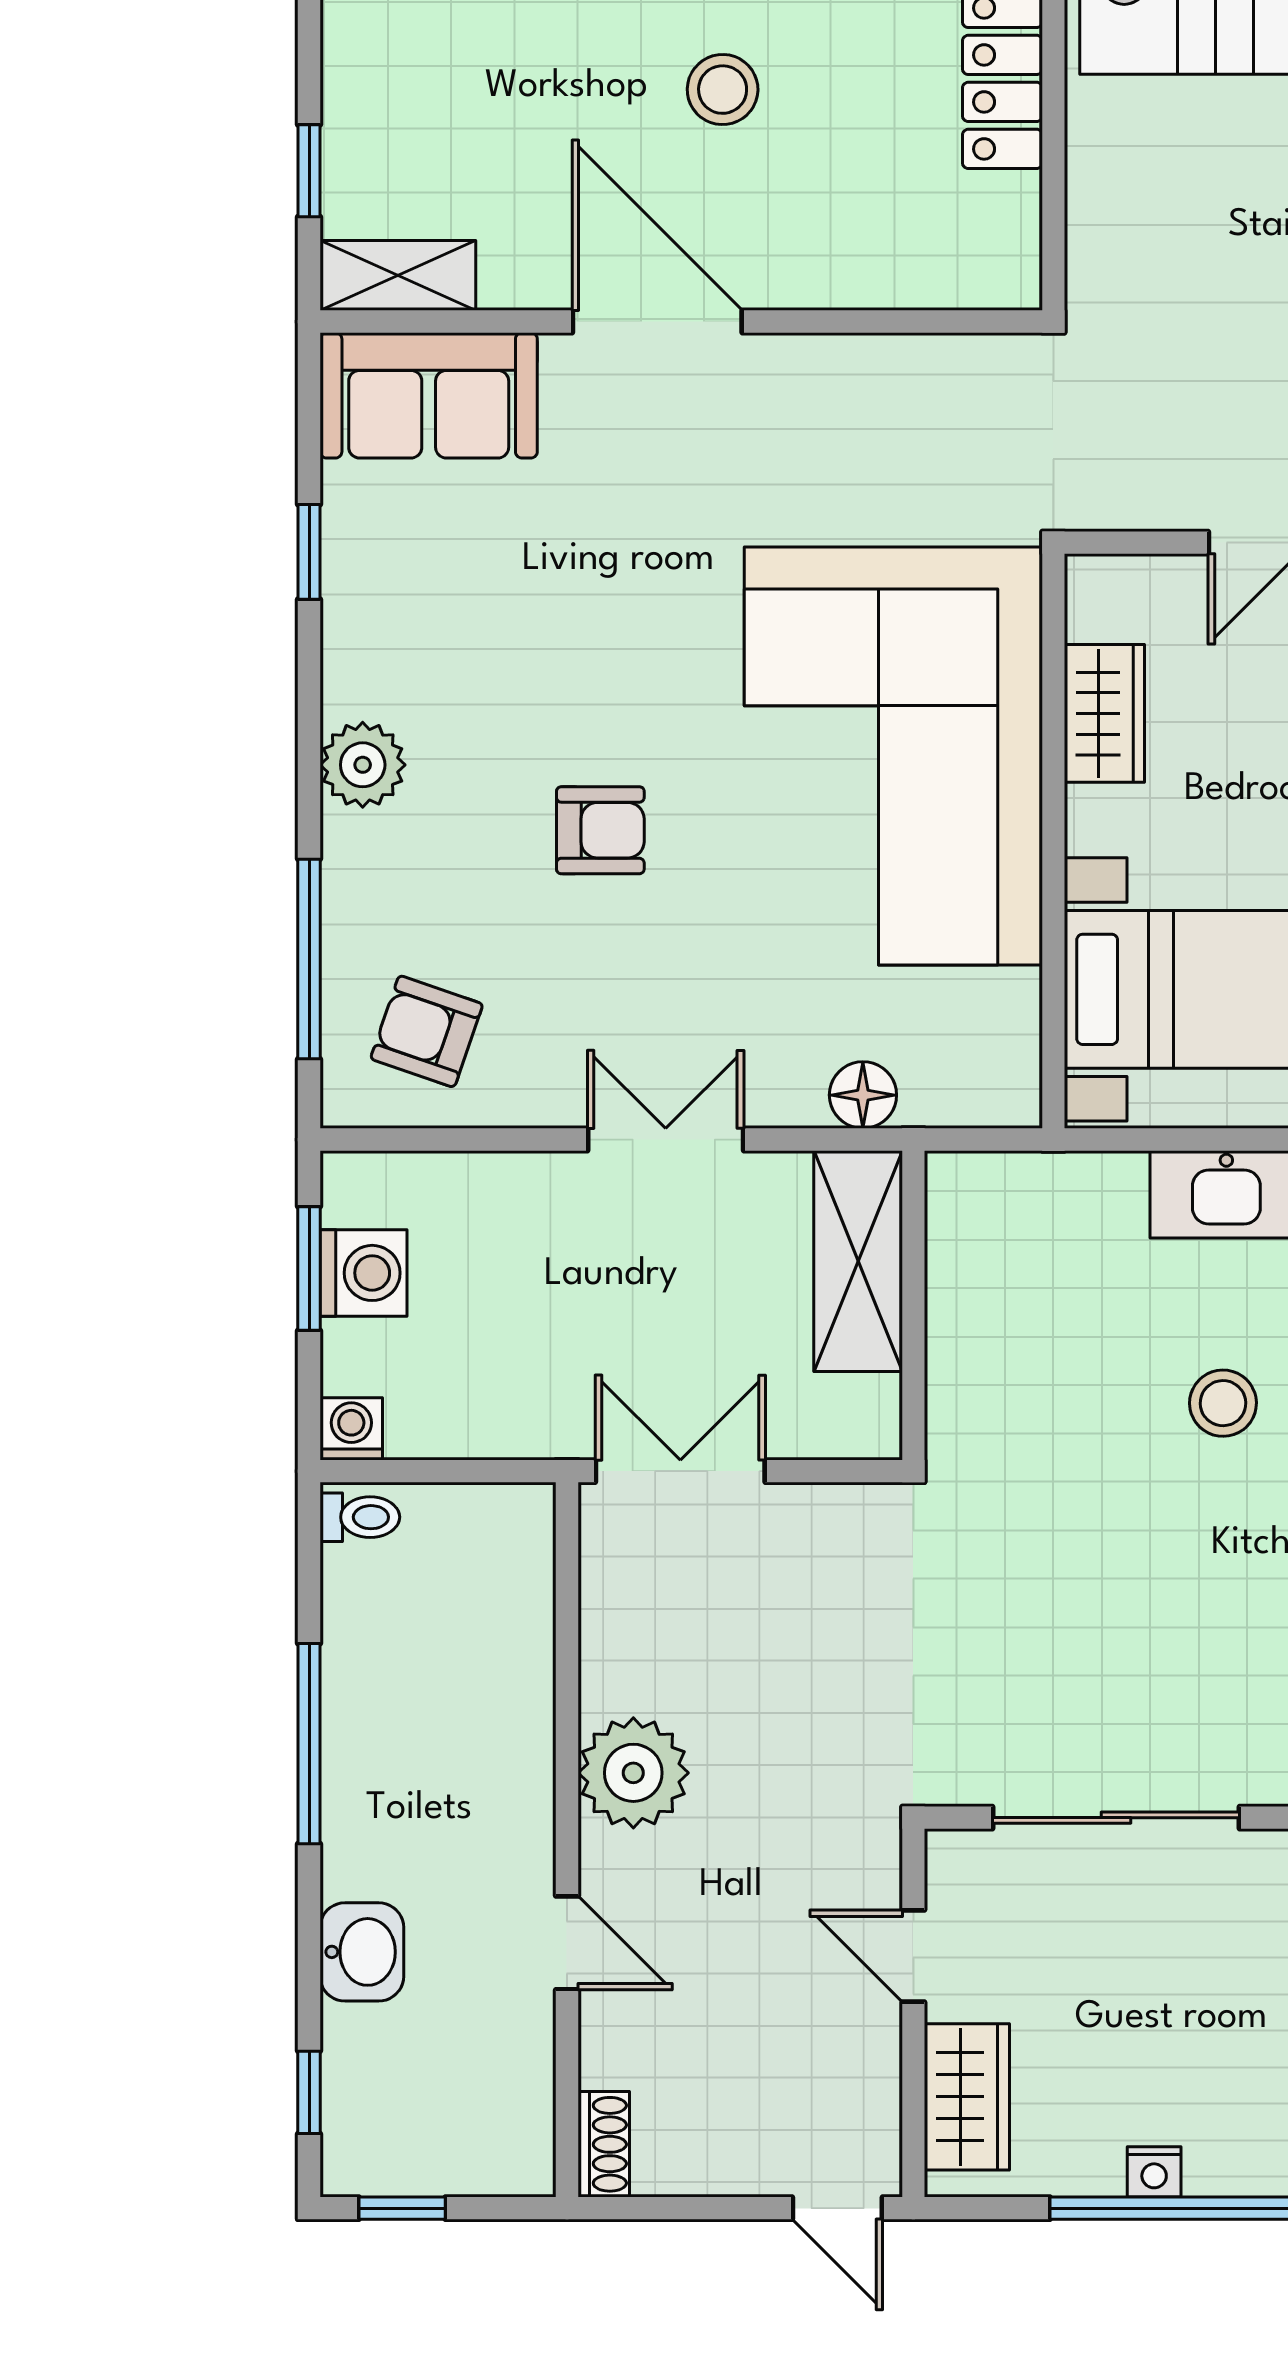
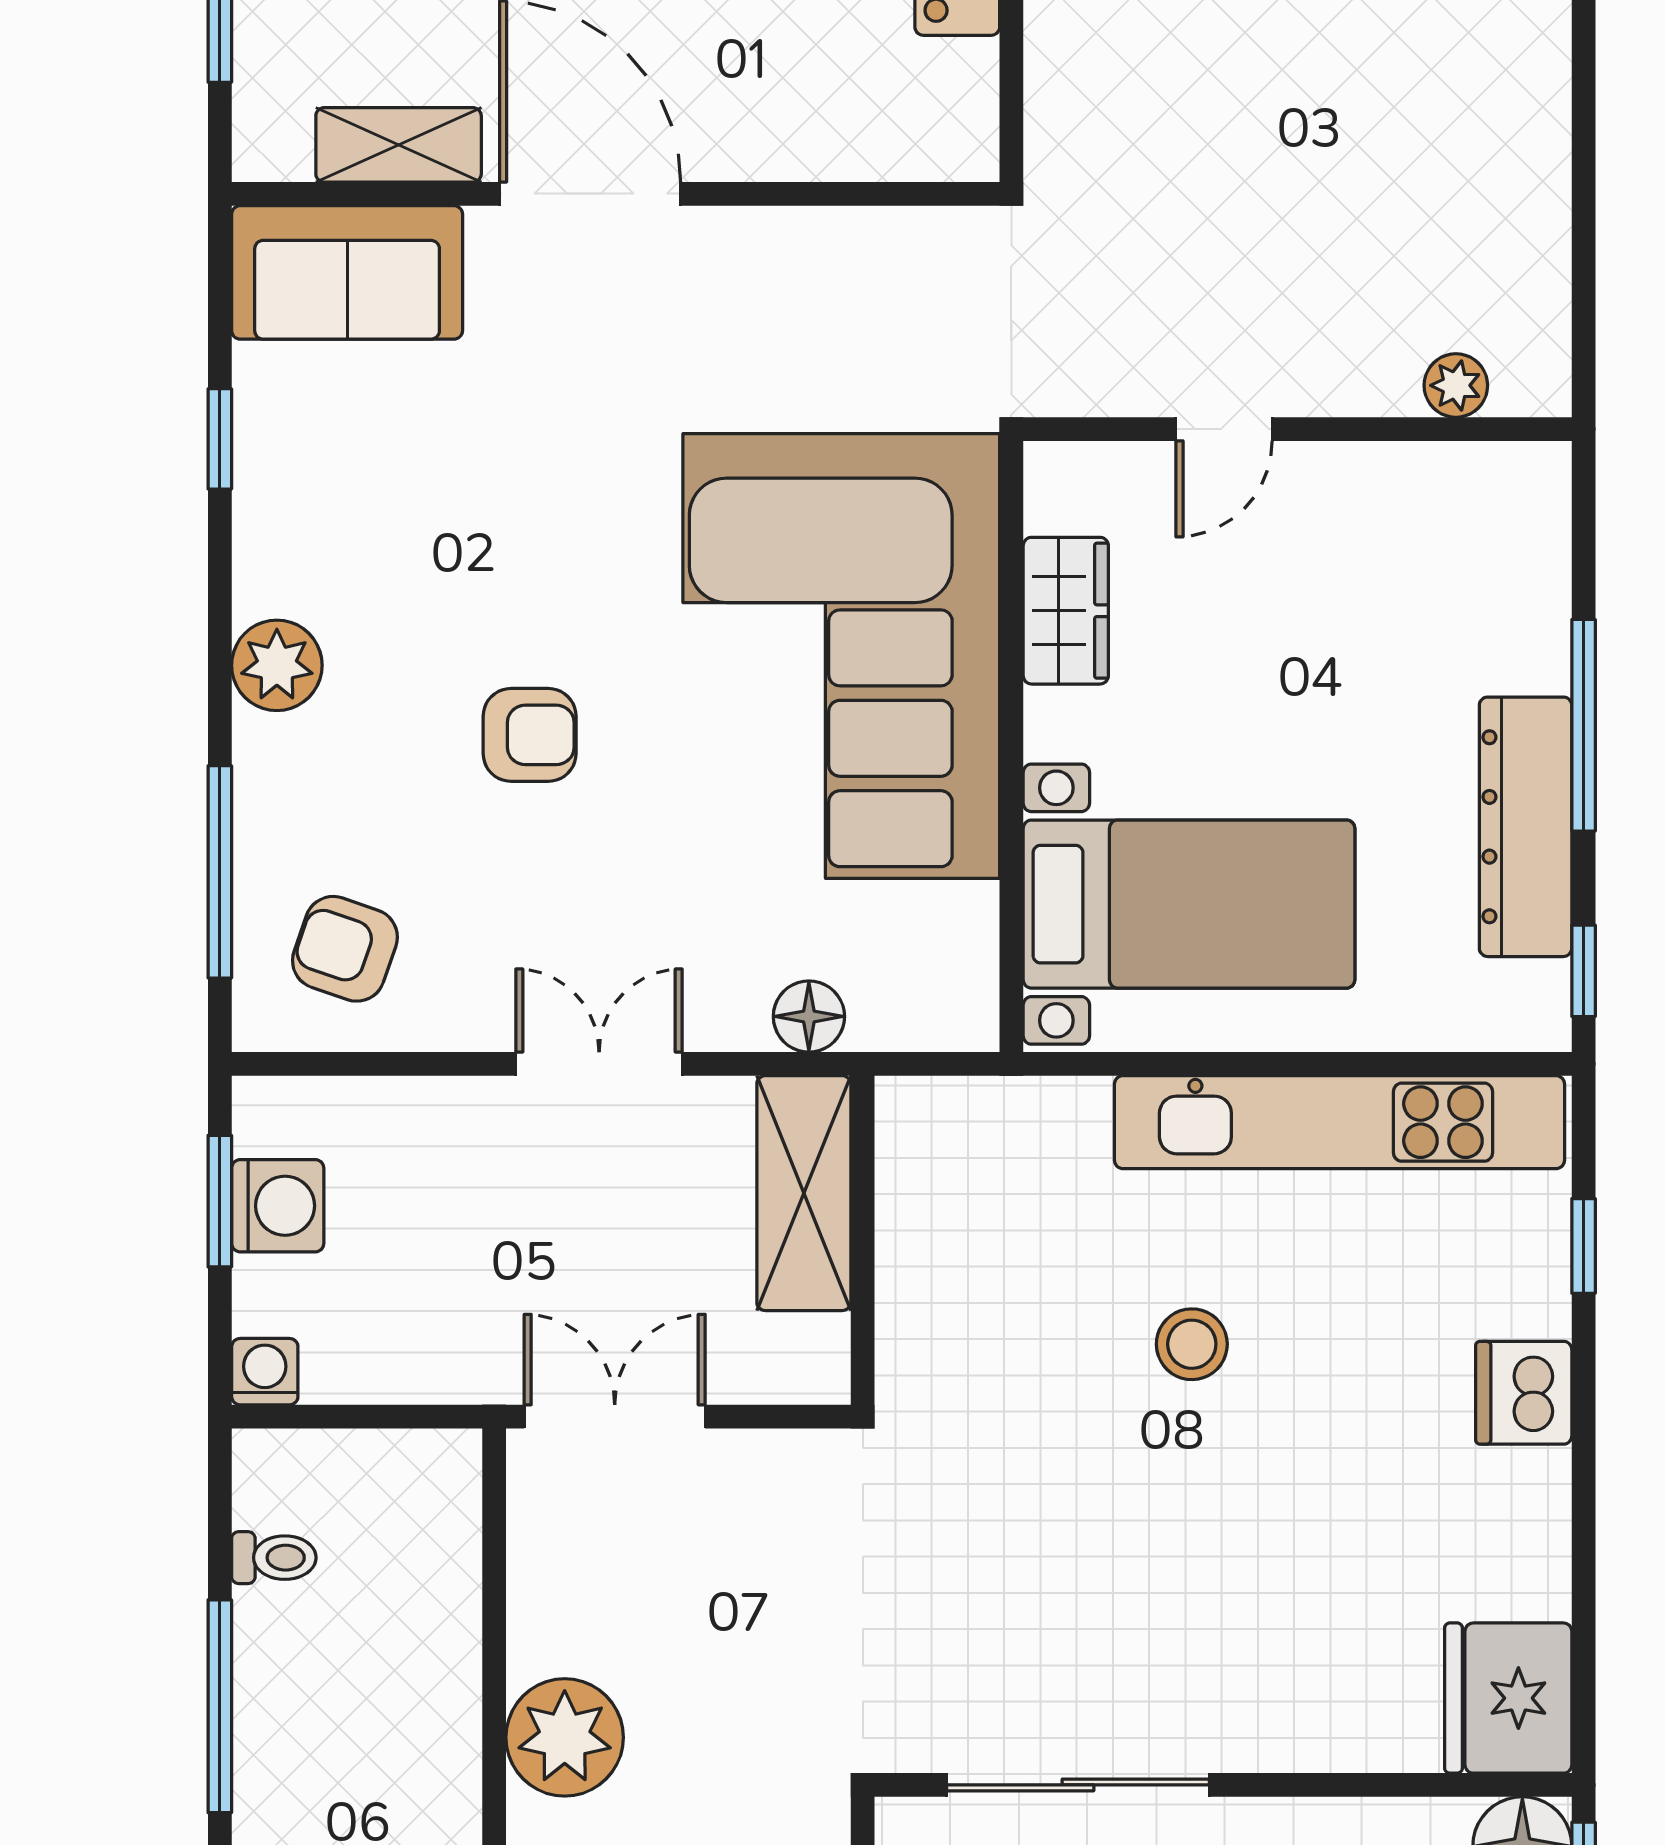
shelving: (398, 275) -> (399, 145), moved
toilet: (360, 1517) -> (274, 1558), moved

